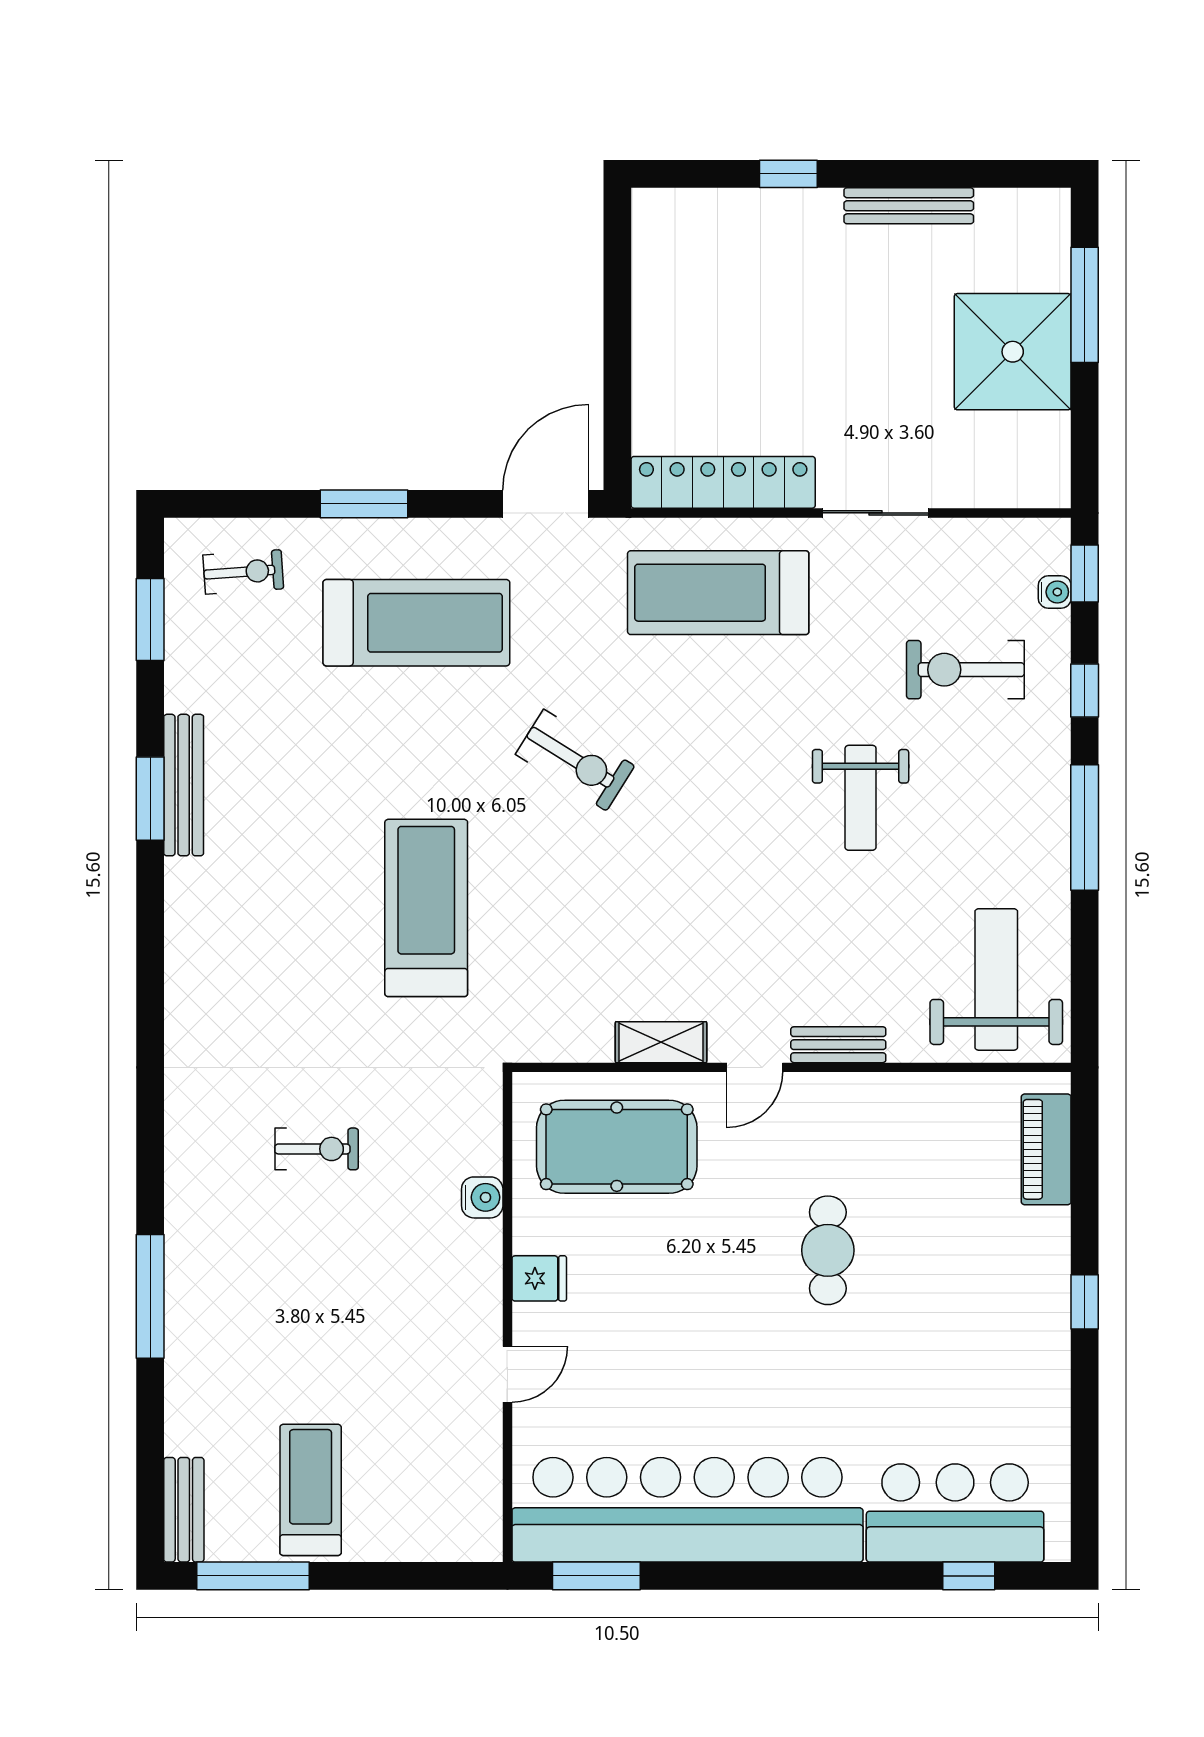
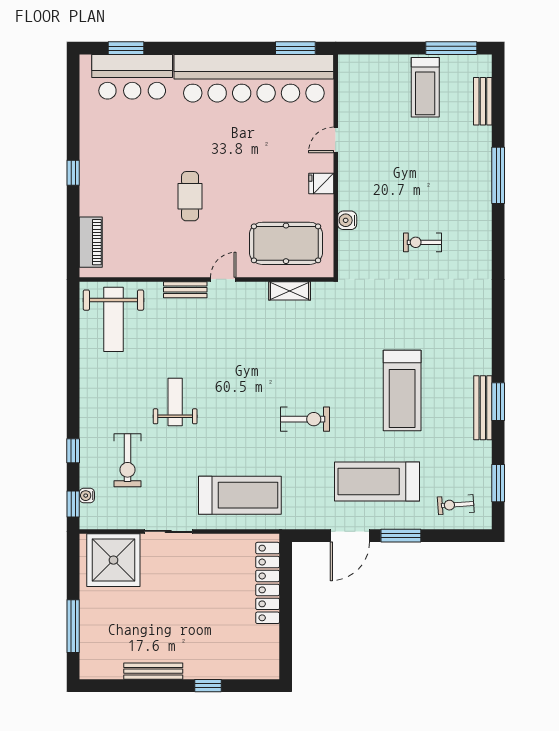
shower: (1013, 352) -> (113, 560), moved
locker: (723, 482) -> (268, 583), moved, turned 90
door: (546, 504) -> (350, 536), moved
exercise bike: (965, 670) -> (127, 460), turned 90
exercise bike: (575, 760) -> (305, 419), turned 148
window: (1085, 827) -> (73, 389), removed
treadmill: (426, 908) -> (402, 390), moved
shelving: (661, 1042) -> (290, 291), moved
bench: (184, 1510) -> (483, 101), moved
window: (969, 1576) -> (126, 48), width x1.50

